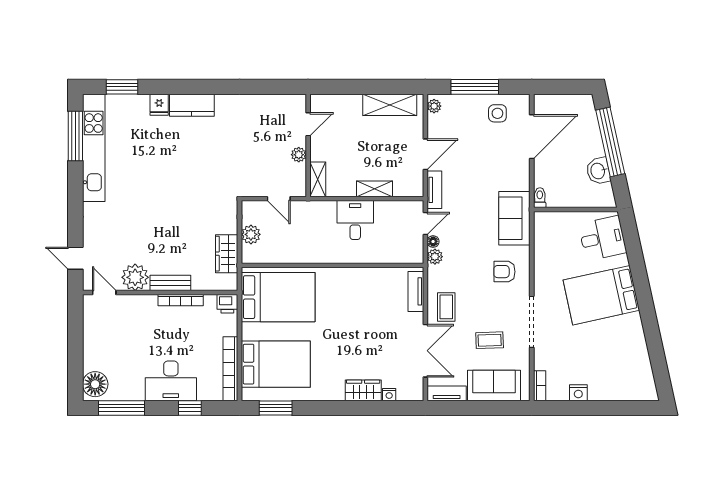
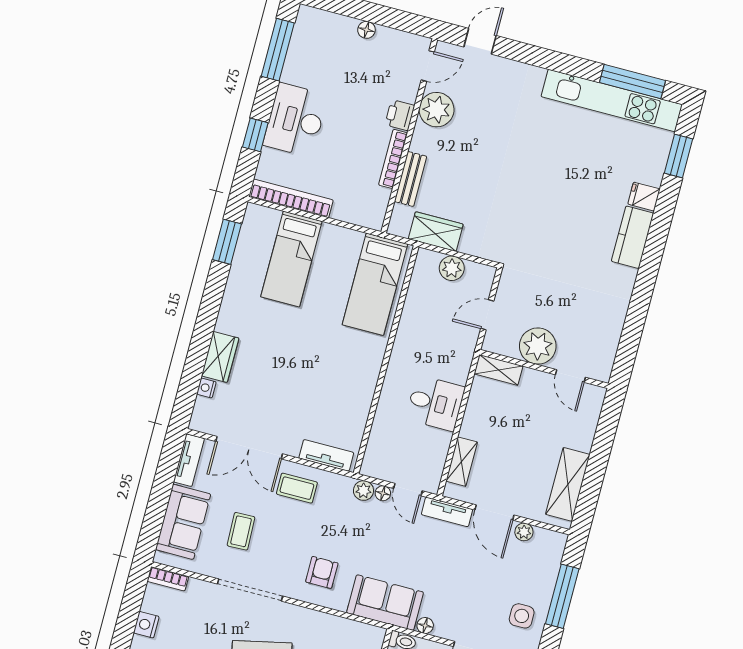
plant: (434, 106) -> (524, 532), moved
plant: (299, 155) -> (538, 346), width x1.88, depth x1.88
floor lamp: (524, 184) -> (425, 625), added
shelving: (374, 189) -> (462, 462), moved
bench: (170, 283) -> (411, 179), moved
bed: (278, 297) -> (375, 284), width x0.67
printer: (227, 304) -> (400, 115), moved
bed: (276, 364) -> (291, 259), width x0.67
floor lamp: (95, 384) -> (366, 30), moved, width x0.53, depth x0.53

